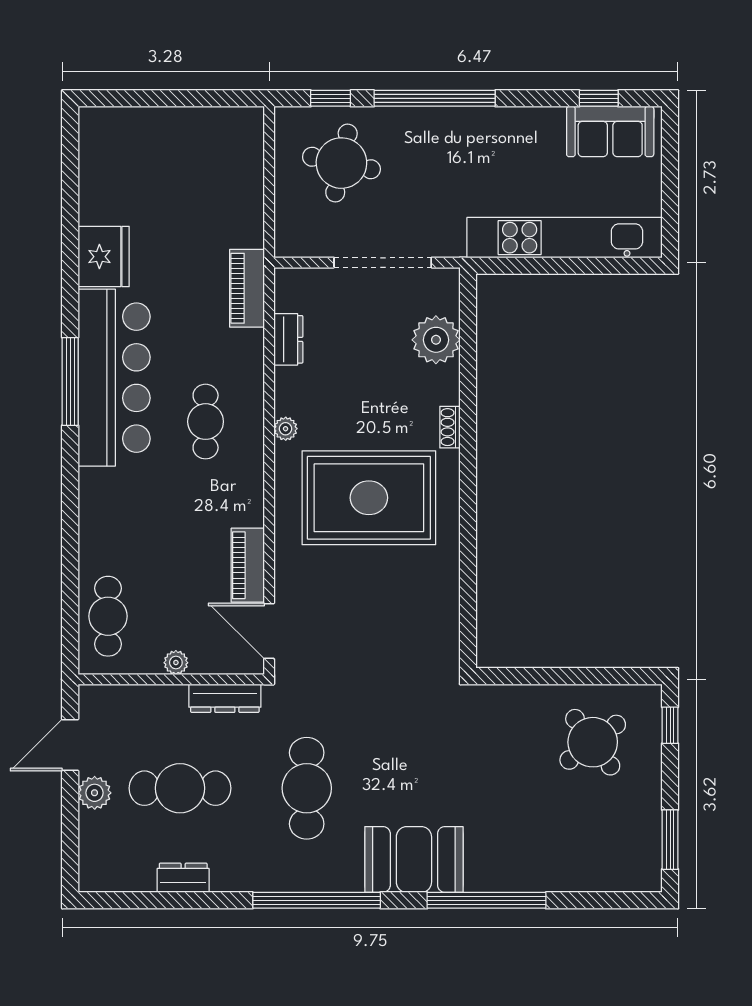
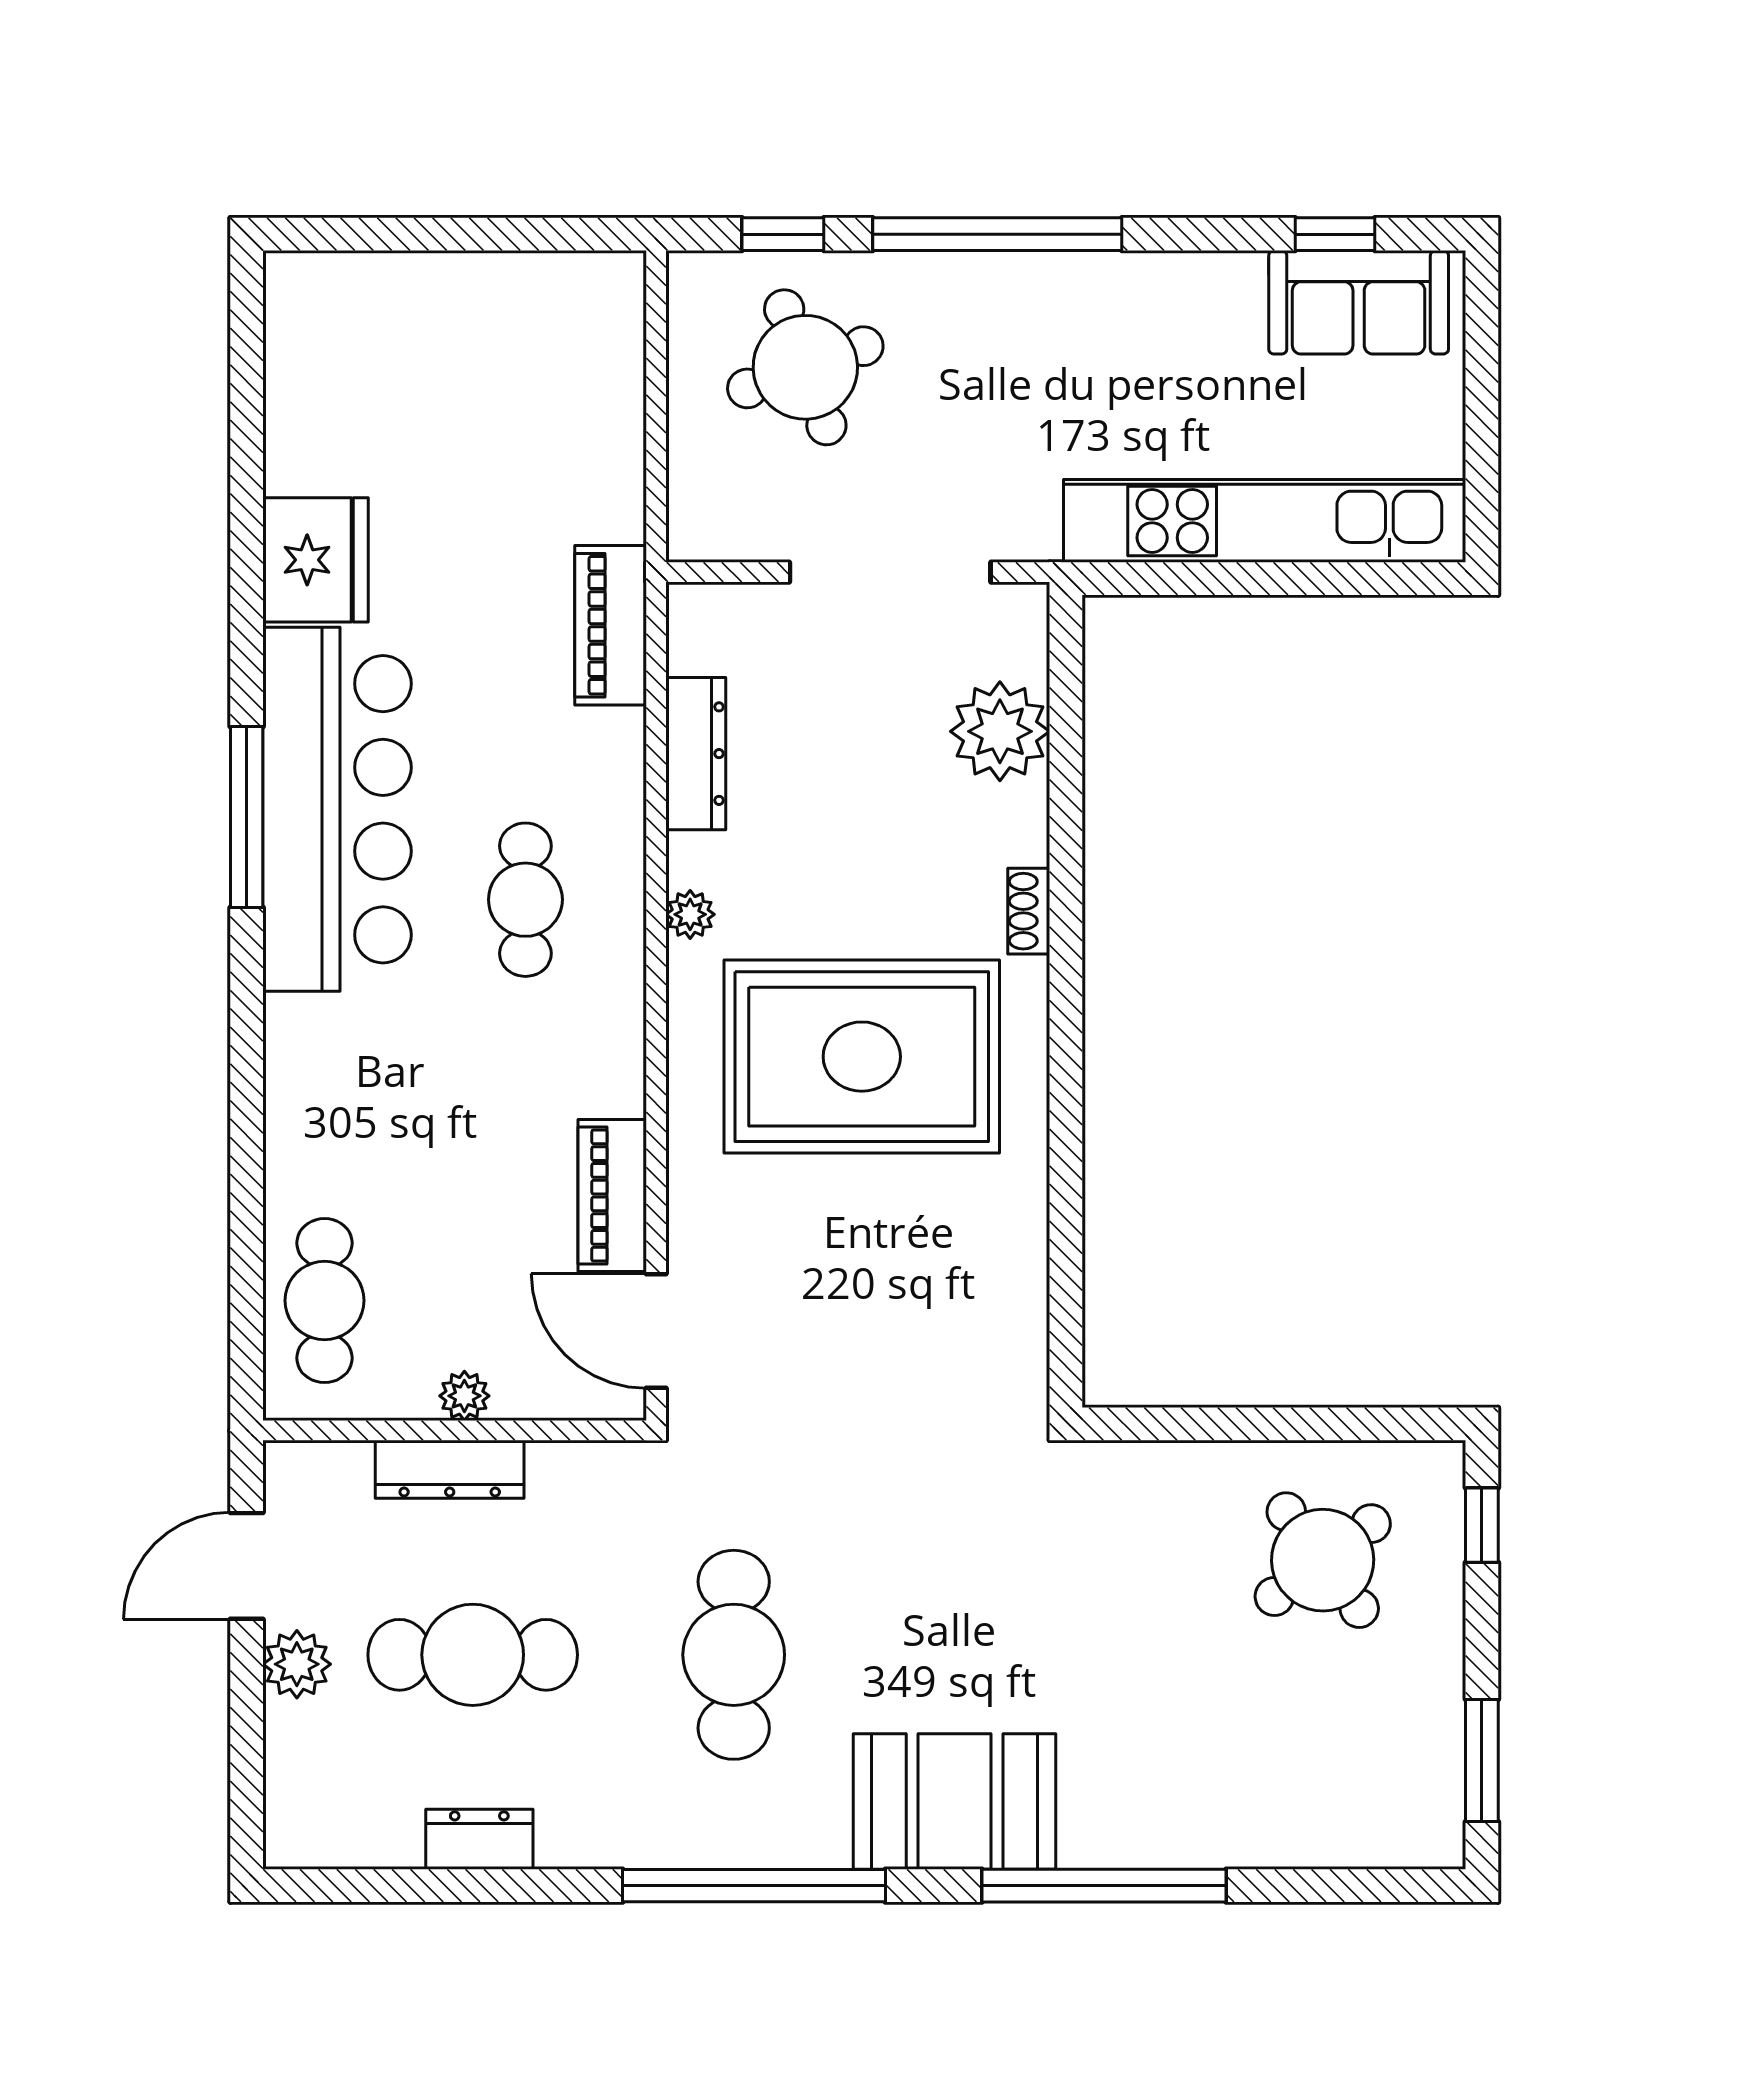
round table: (341, 163) -> (805, 367), turned -32
dresser: (288, 339) -> (696, 754), width x1.44
dresser: (225, 698) -> (450, 1469), moved

